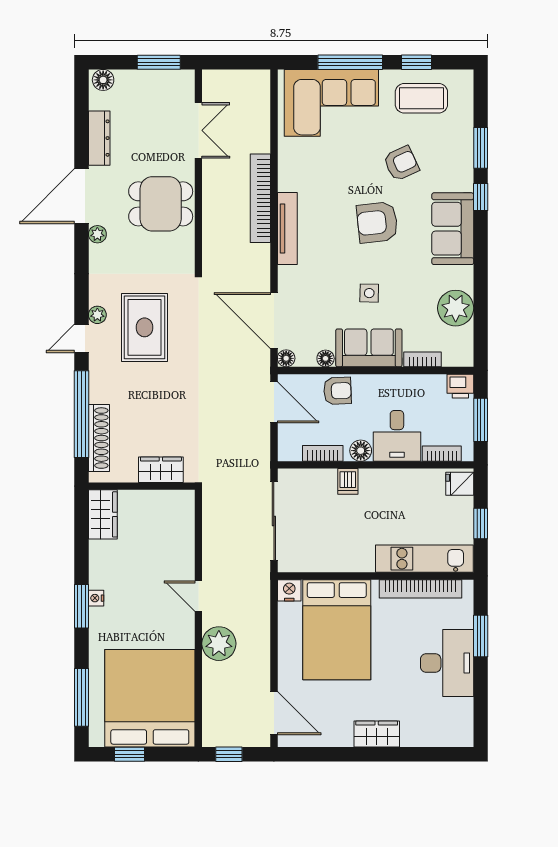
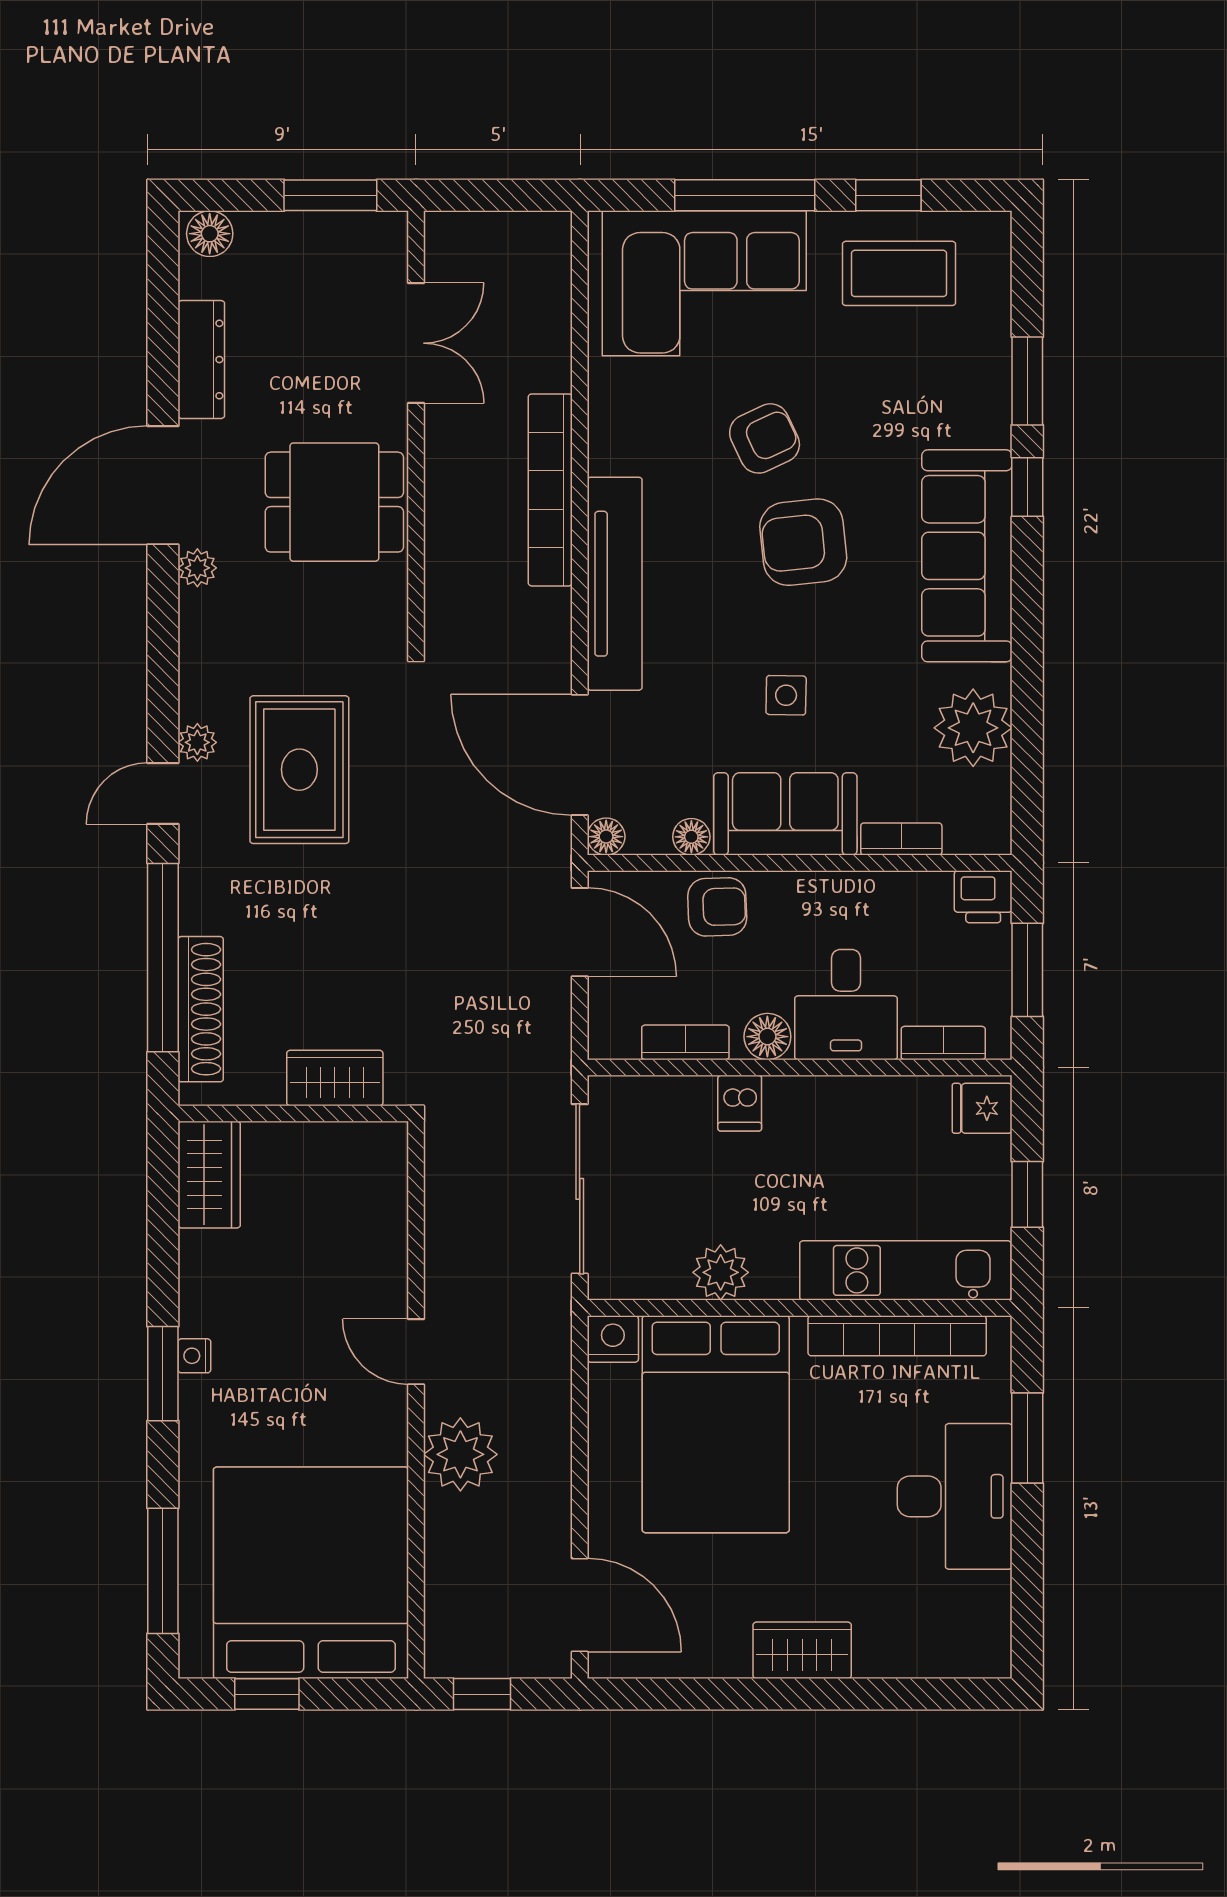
armchair: (401, 163) -> (765, 438), moved
tv unit: (287, 228) -> (615, 584), width x1.36, depth x1.29
sofa: (453, 229) -> (967, 556), width x1.36
plant: (339, 560) -> (721, 1272), added

